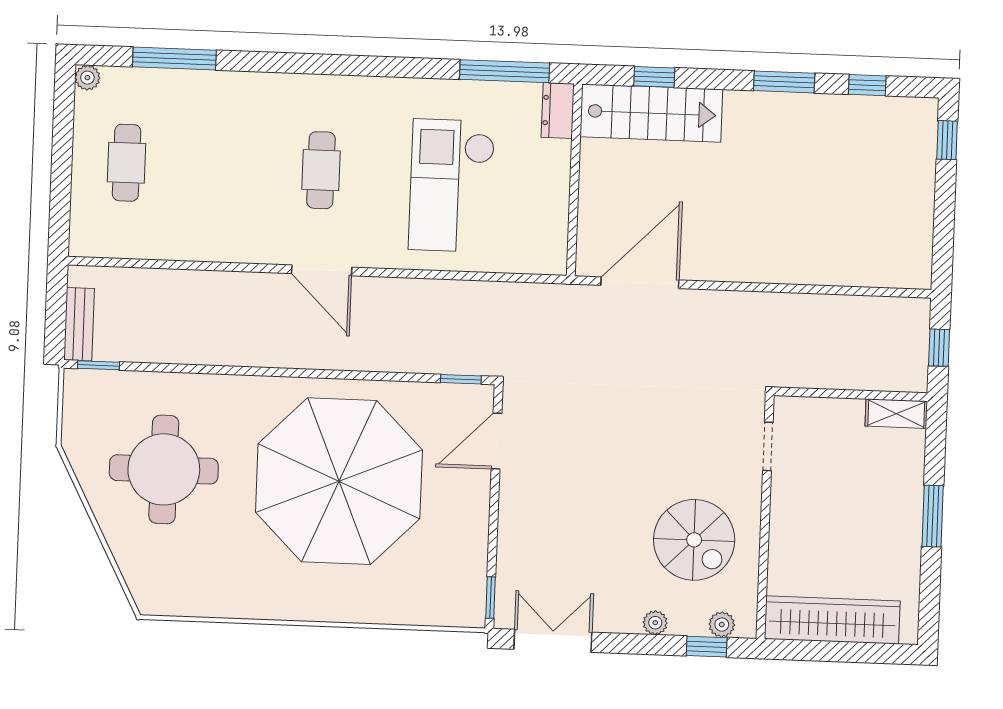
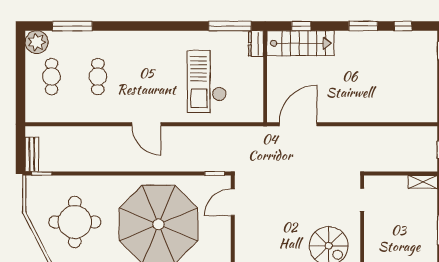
plant: (87, 78) -> (37, 42), width x1.88, depth x1.88
cafe table: (321, 170) -> (98, 77), moved

